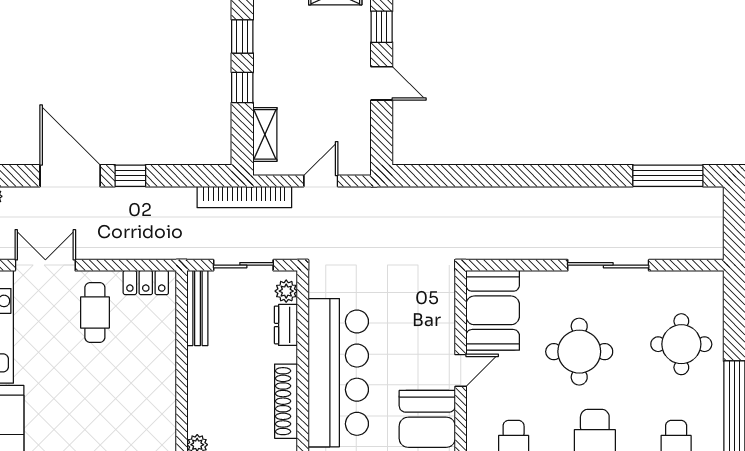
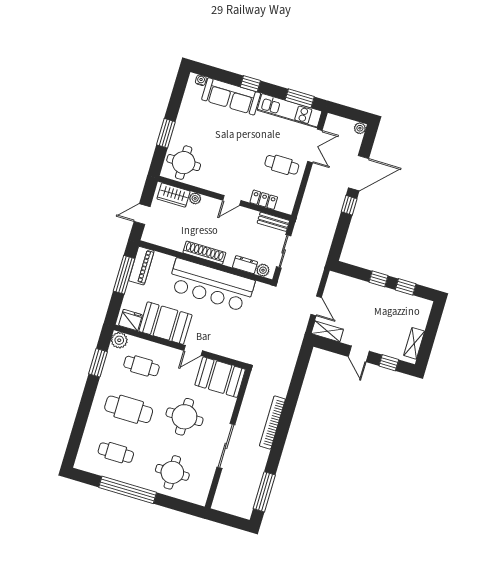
door: (382, 83) -> (359, 354), hinge flipped
shelving: (265, 134) -> (327, 331), moved
bookcase: (244, 197) -> (272, 423), moved
locker: (146, 283) -> (264, 200), moved, turned 90
bench: (197, 308) -> (273, 222), width x0.73
door: (461, 370) -> (193, 351), hinge flipped
door: (182, 381) -> (232, 200), added

